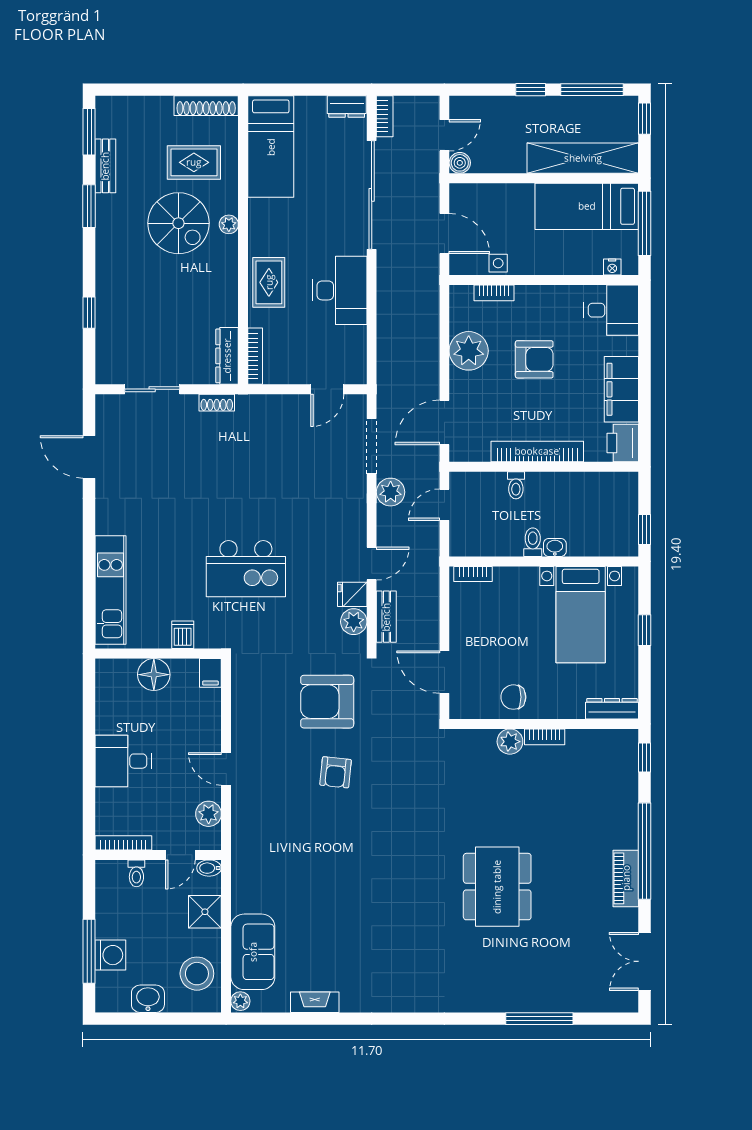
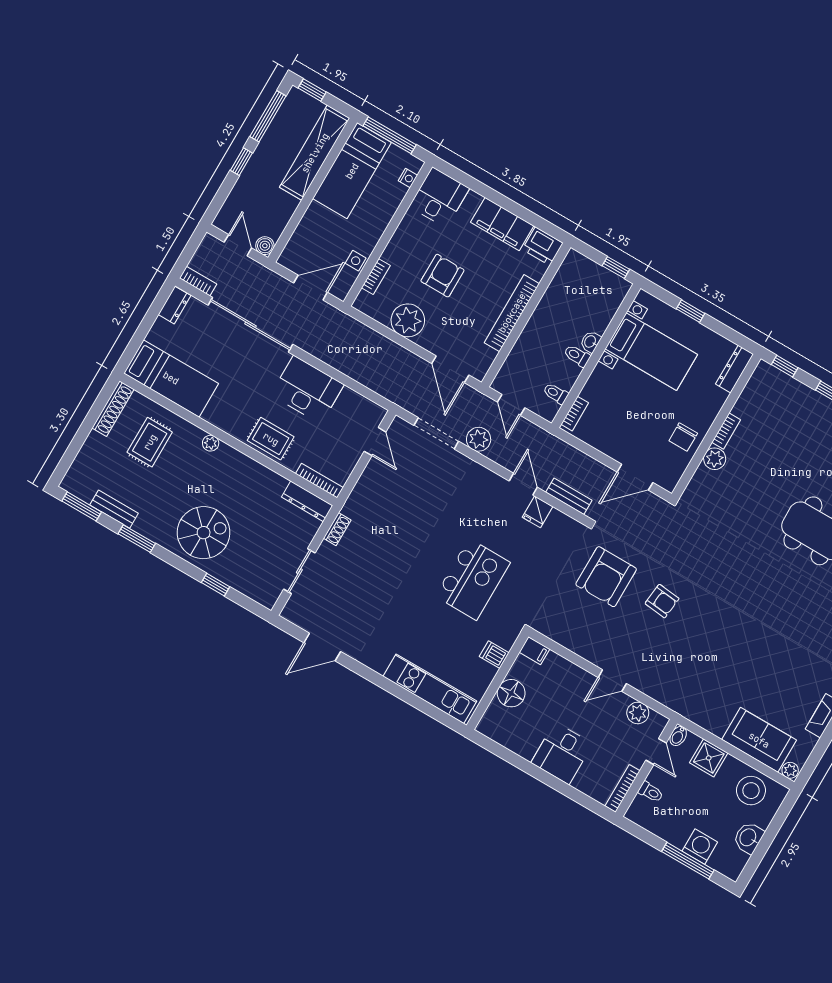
spiral stairs: (178, 223) -> (204, 533), moved
toilet: (516, 485) -> (556, 393), moved, turned 180
plant: (354, 622) -> (558, 522), removed

